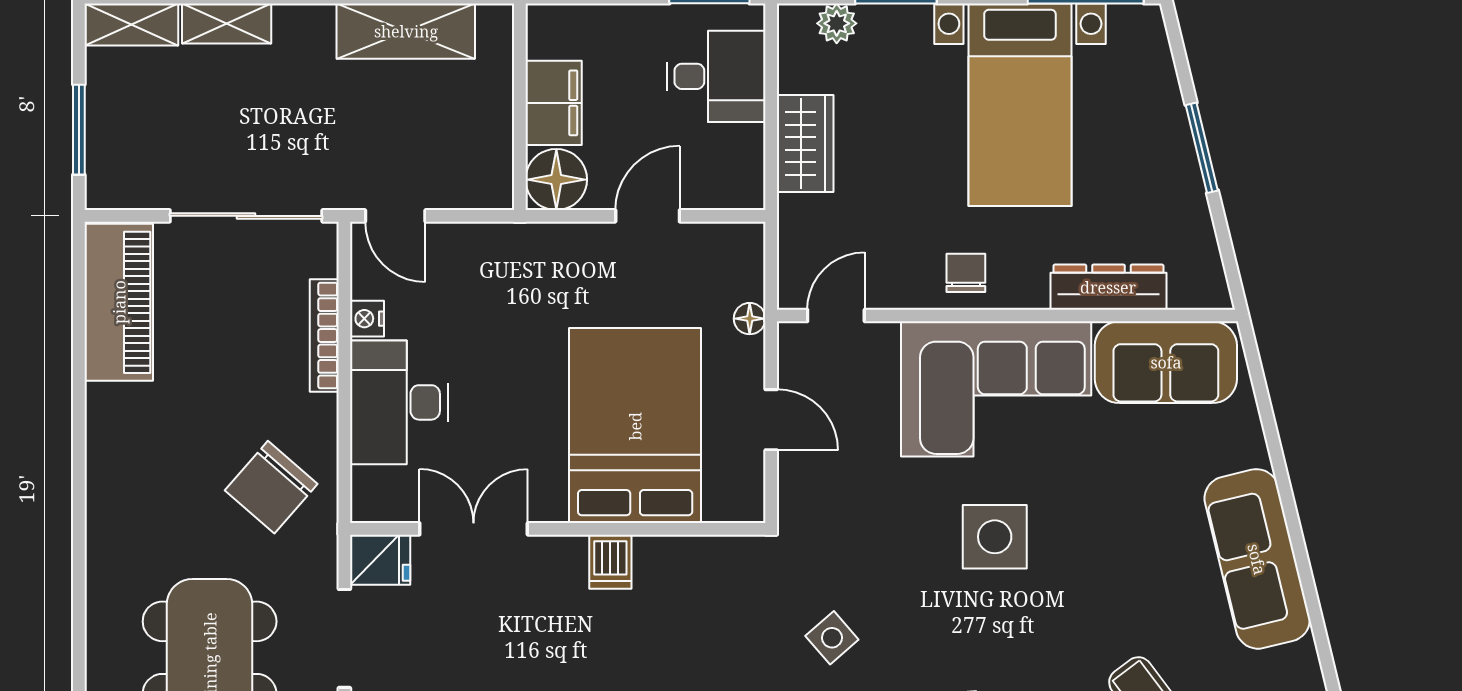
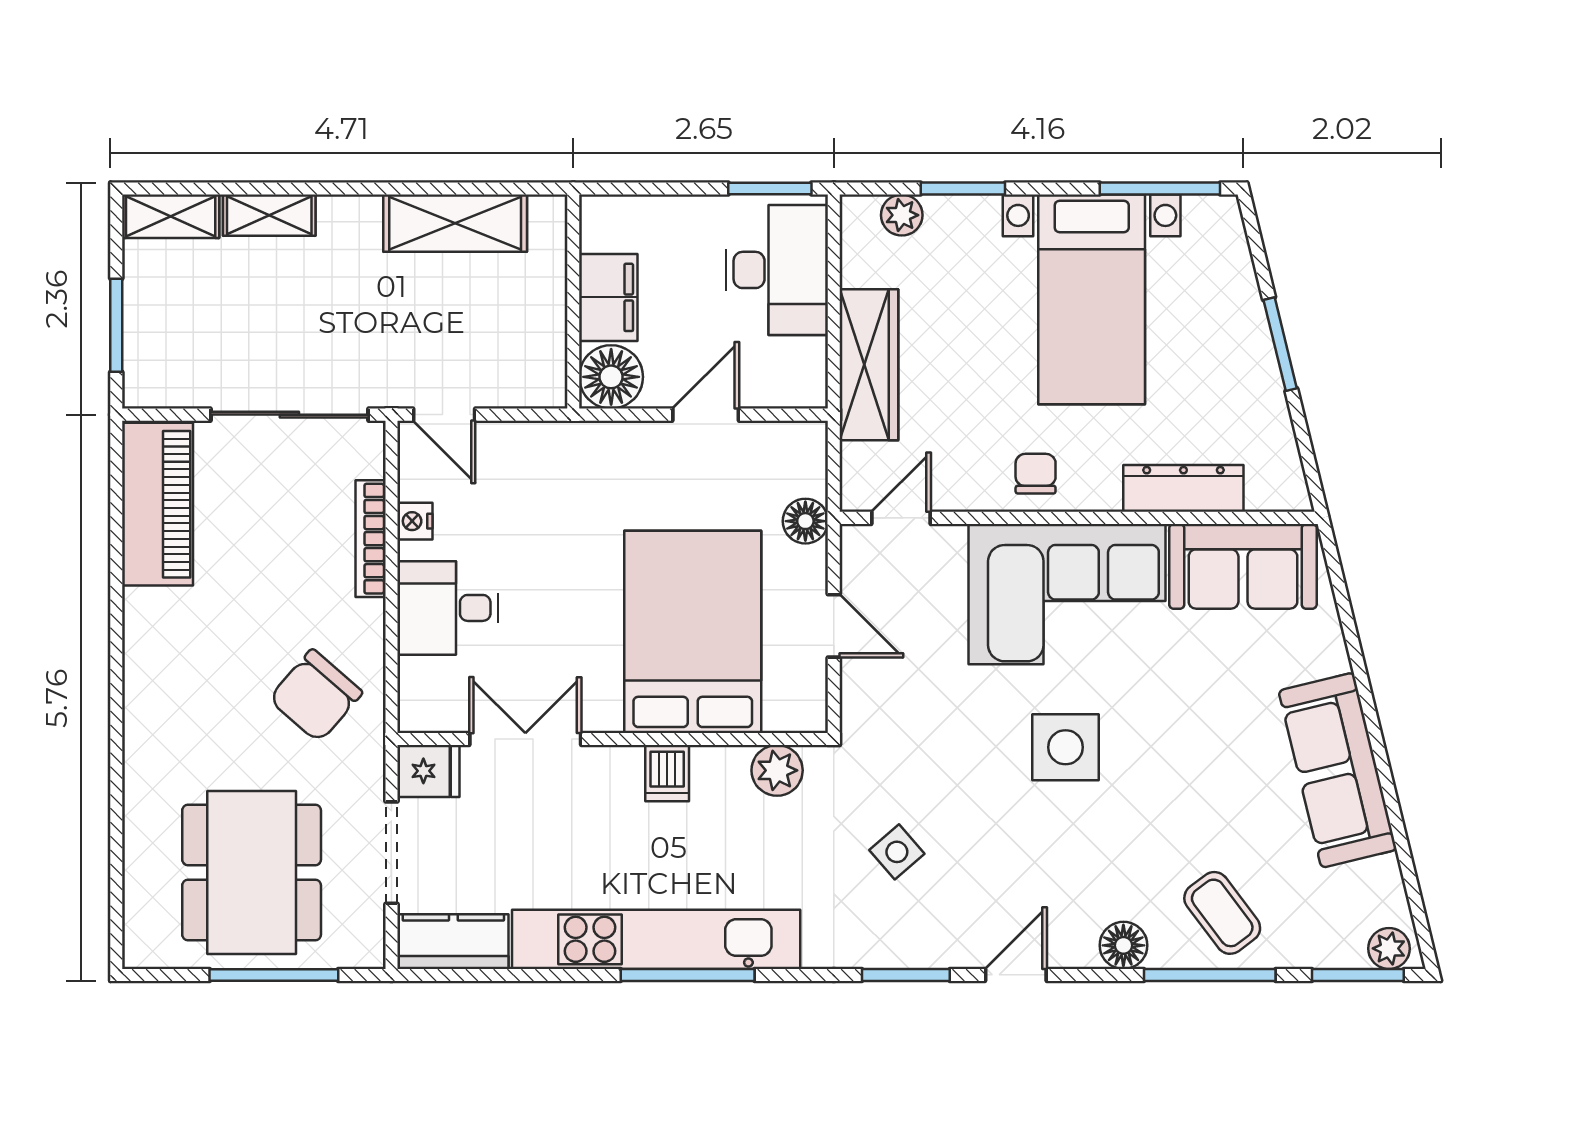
desk: (716, 76) -> (777, 270), width x1.37
wardrobe: (805, 143) -> (869, 365), width x1.50
floor lamp: (750, 319) -> (805, 521), width x1.37, depth x1.37
desk: (399, 402) -> (448, 608), width x0.73
plant: (716, 559) -> (777, 770), added

